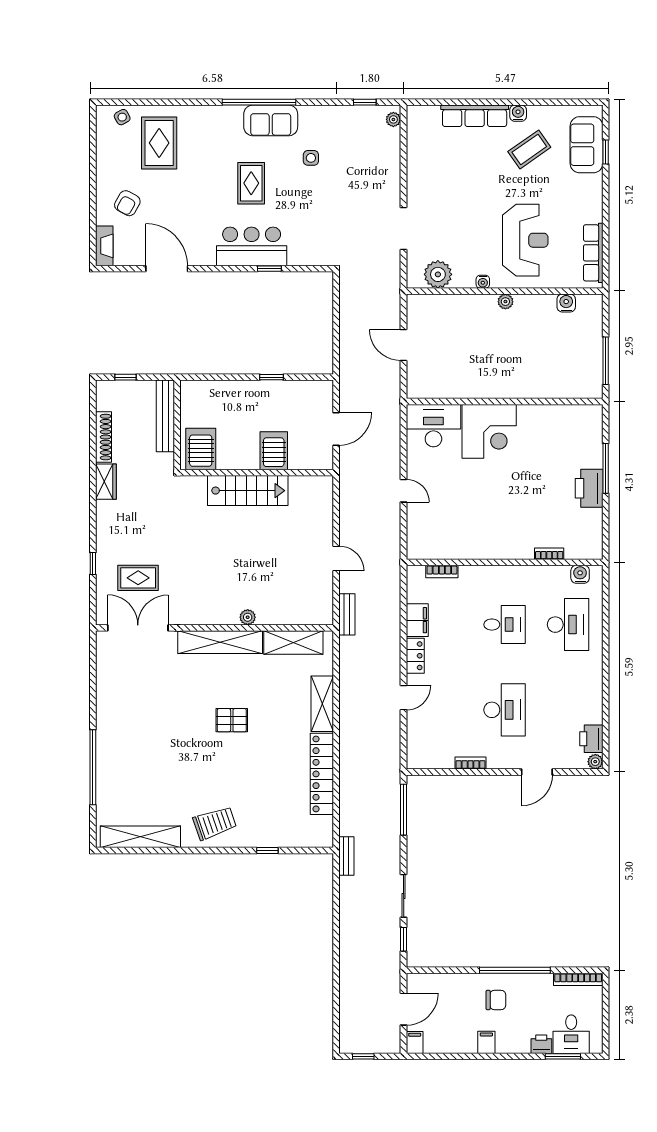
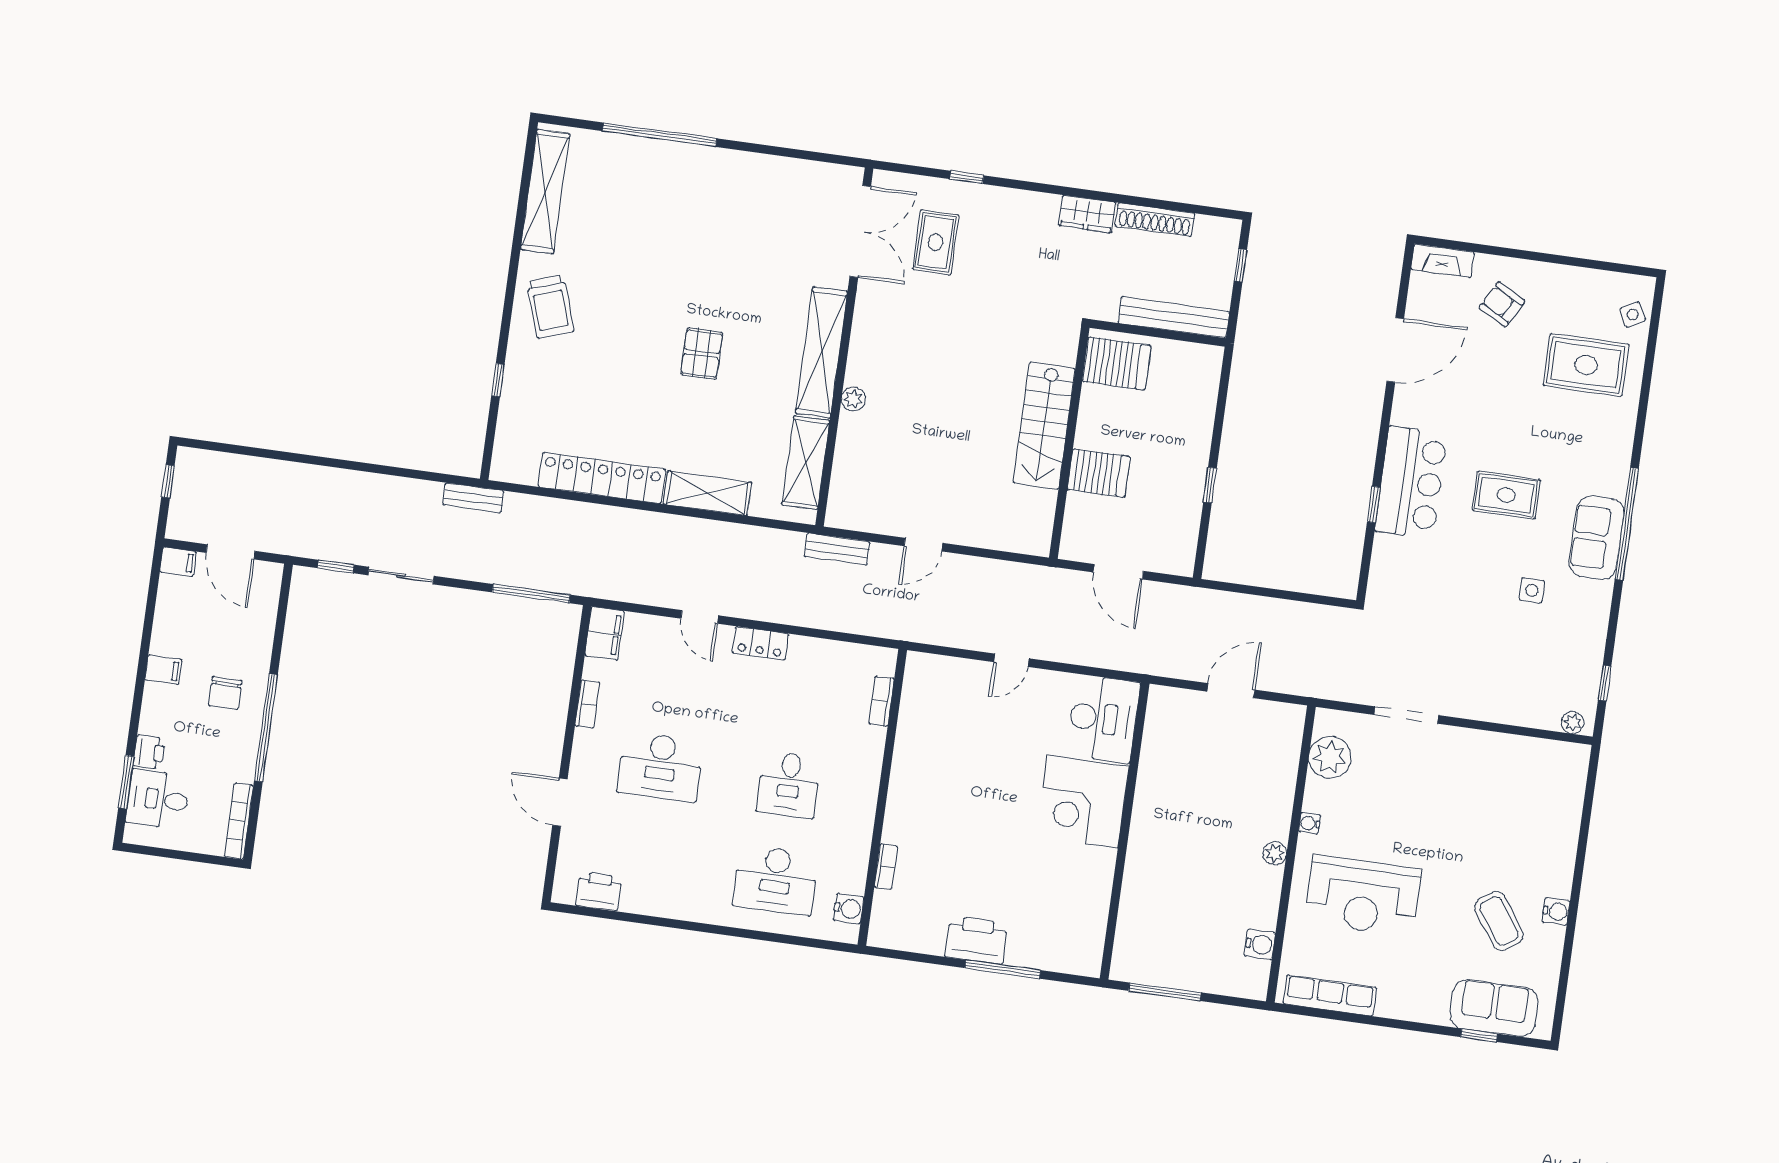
row of seats: (475, 116) -> (1561, 846), removed
filing cabinet: (417, 620) -> (605, 633), moved, turned -90
plant: (595, 762) -> (563, 892), removed

